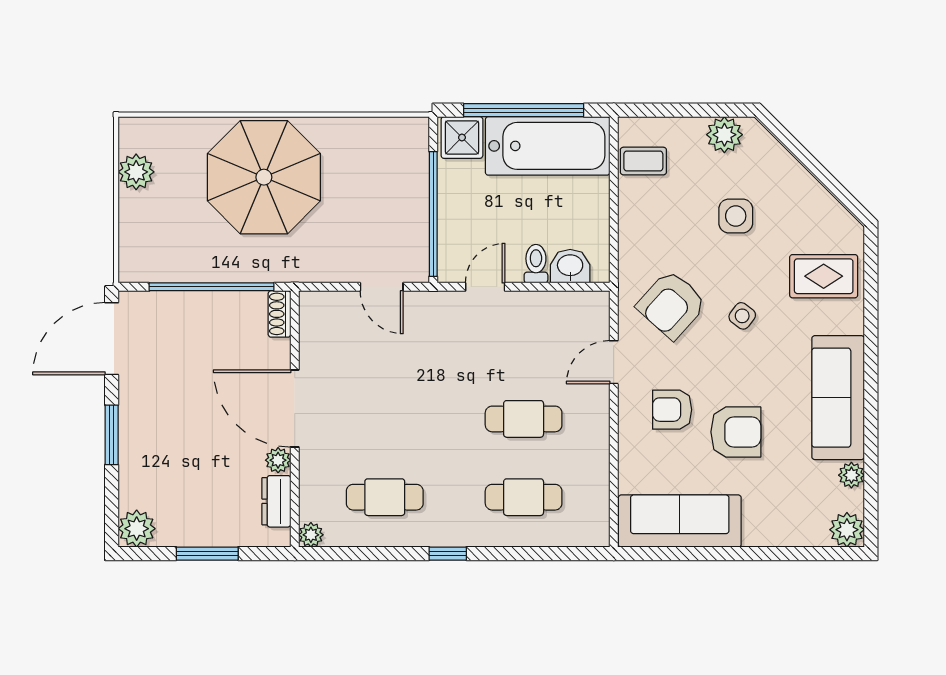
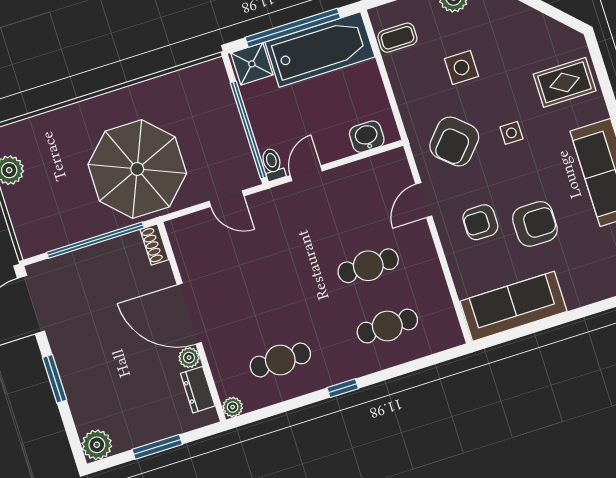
parasol: (264, 177) -> (137, 169), moved
side table: (736, 216) -> (461, 67), moved
toilet: (536, 264) -> (273, 164), moved
side table: (742, 316) -> (511, 133), turned -37

